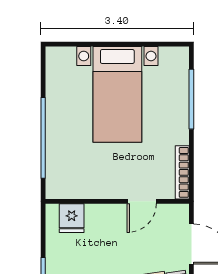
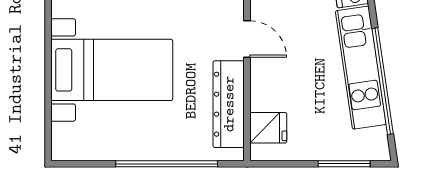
dresser: (90, 187) -> (229, 104), added

